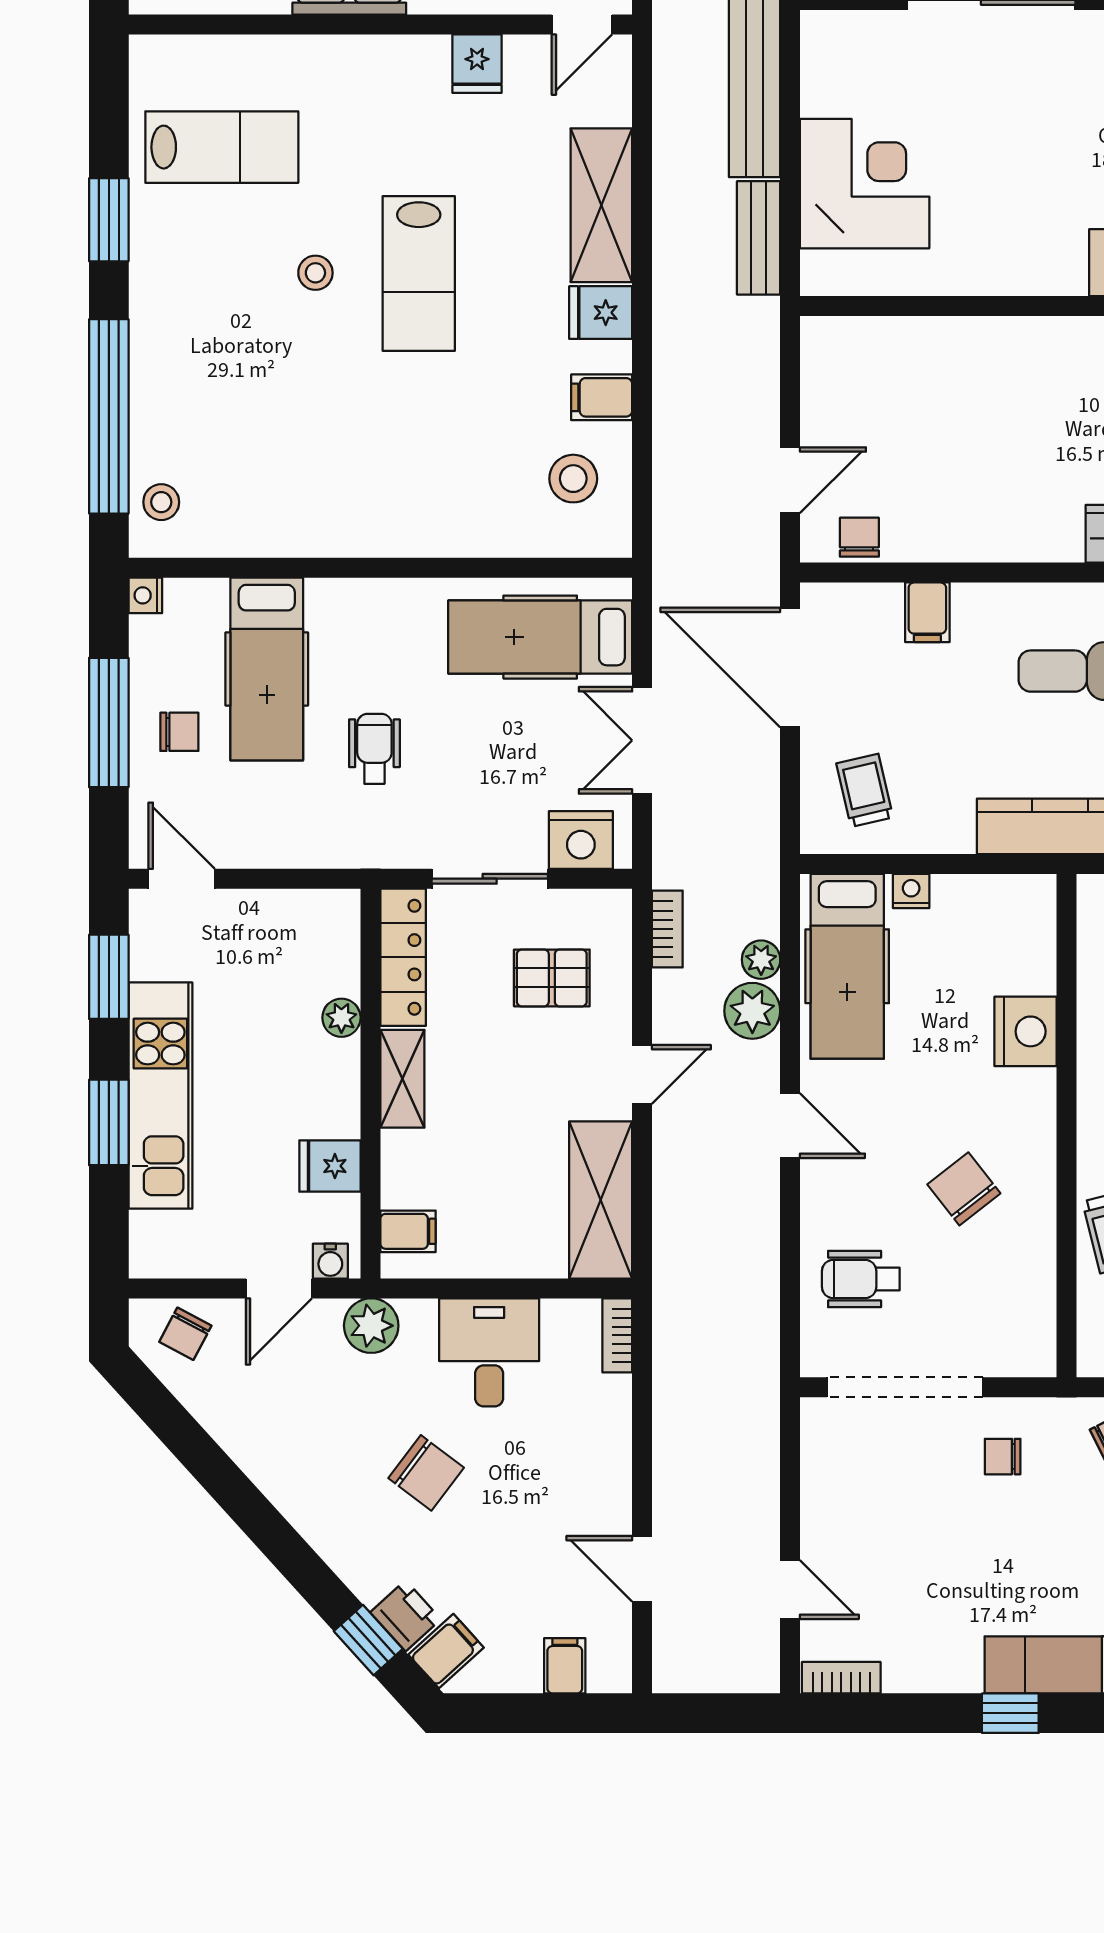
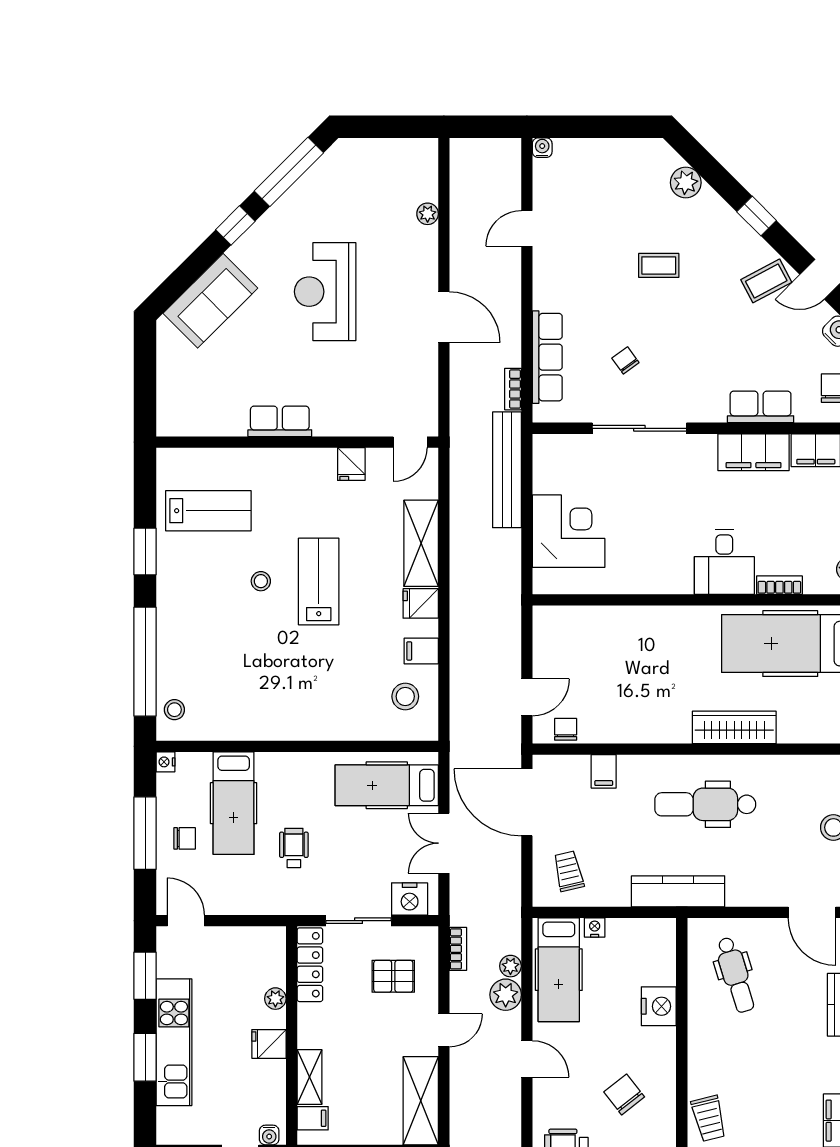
bench: (759, 238) -> (509, 562), removed
lab bench: (419, 273) -> (319, 582), turned 180
shelving: (402, 1079) -> (310, 1077), moved
fridge: (330, 1166) -> (269, 1044), moved

